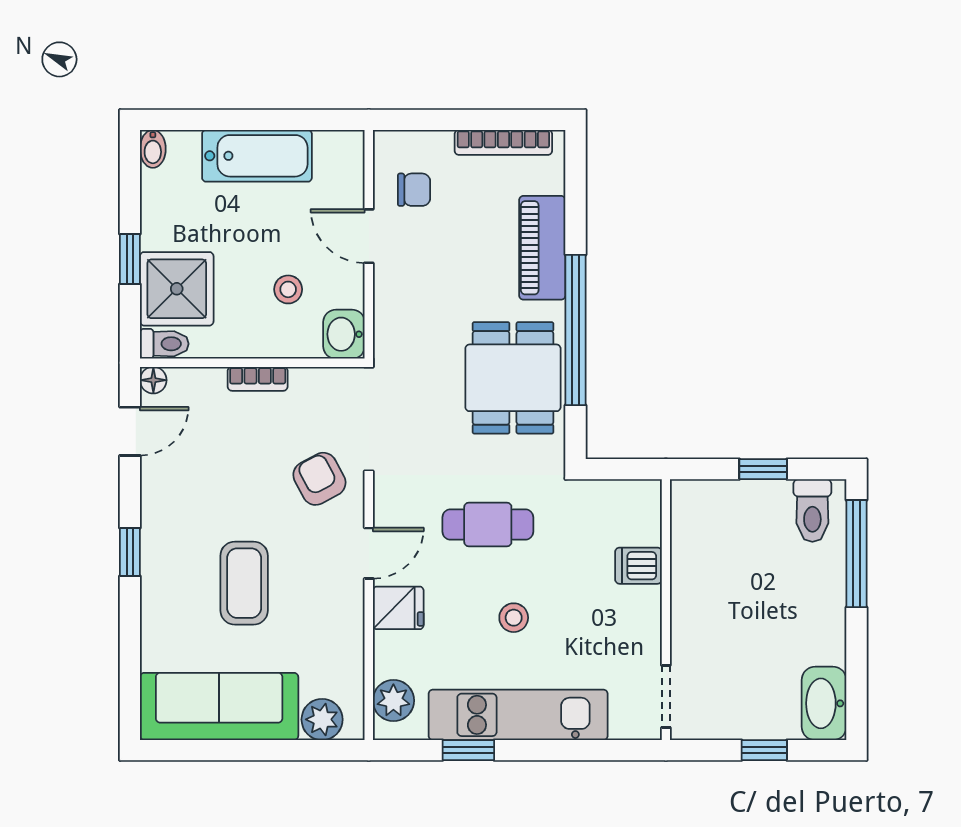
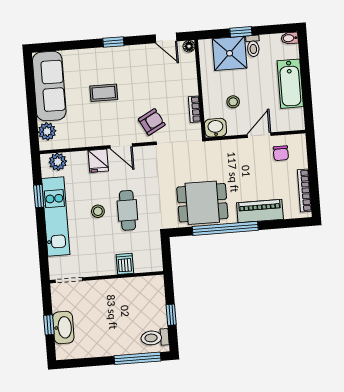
toilet: (164, 344) -> (253, 46), moved
bookcase: (258, 379) -> (195, 109), moved
cafe table: (488, 525) -> (127, 210), moved
coffee table: (244, 583) -> (104, 93), width x0.73, depth x0.77
washbasin: (824, 703) -> (63, 327), moved, turned 90

